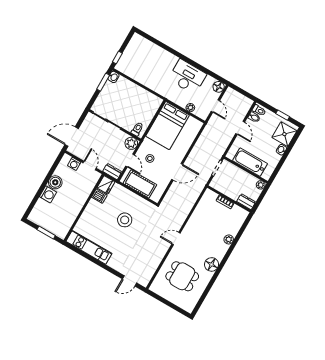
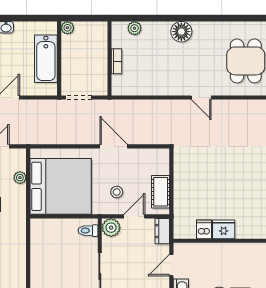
bed: (168, 126) -> (61, 186), width x1.36
cot: (140, 184) -> (161, 192), width x0.73, depth x0.75
fridge: (106, 185) -> (224, 229), moved
dresser: (246, 202) -> (100, 34), removed
stool: (125, 220) -> (216, 178), removed
plant: (229, 239) -> (135, 28), moved
floor lamp: (212, 264) -> (181, 32), moved

